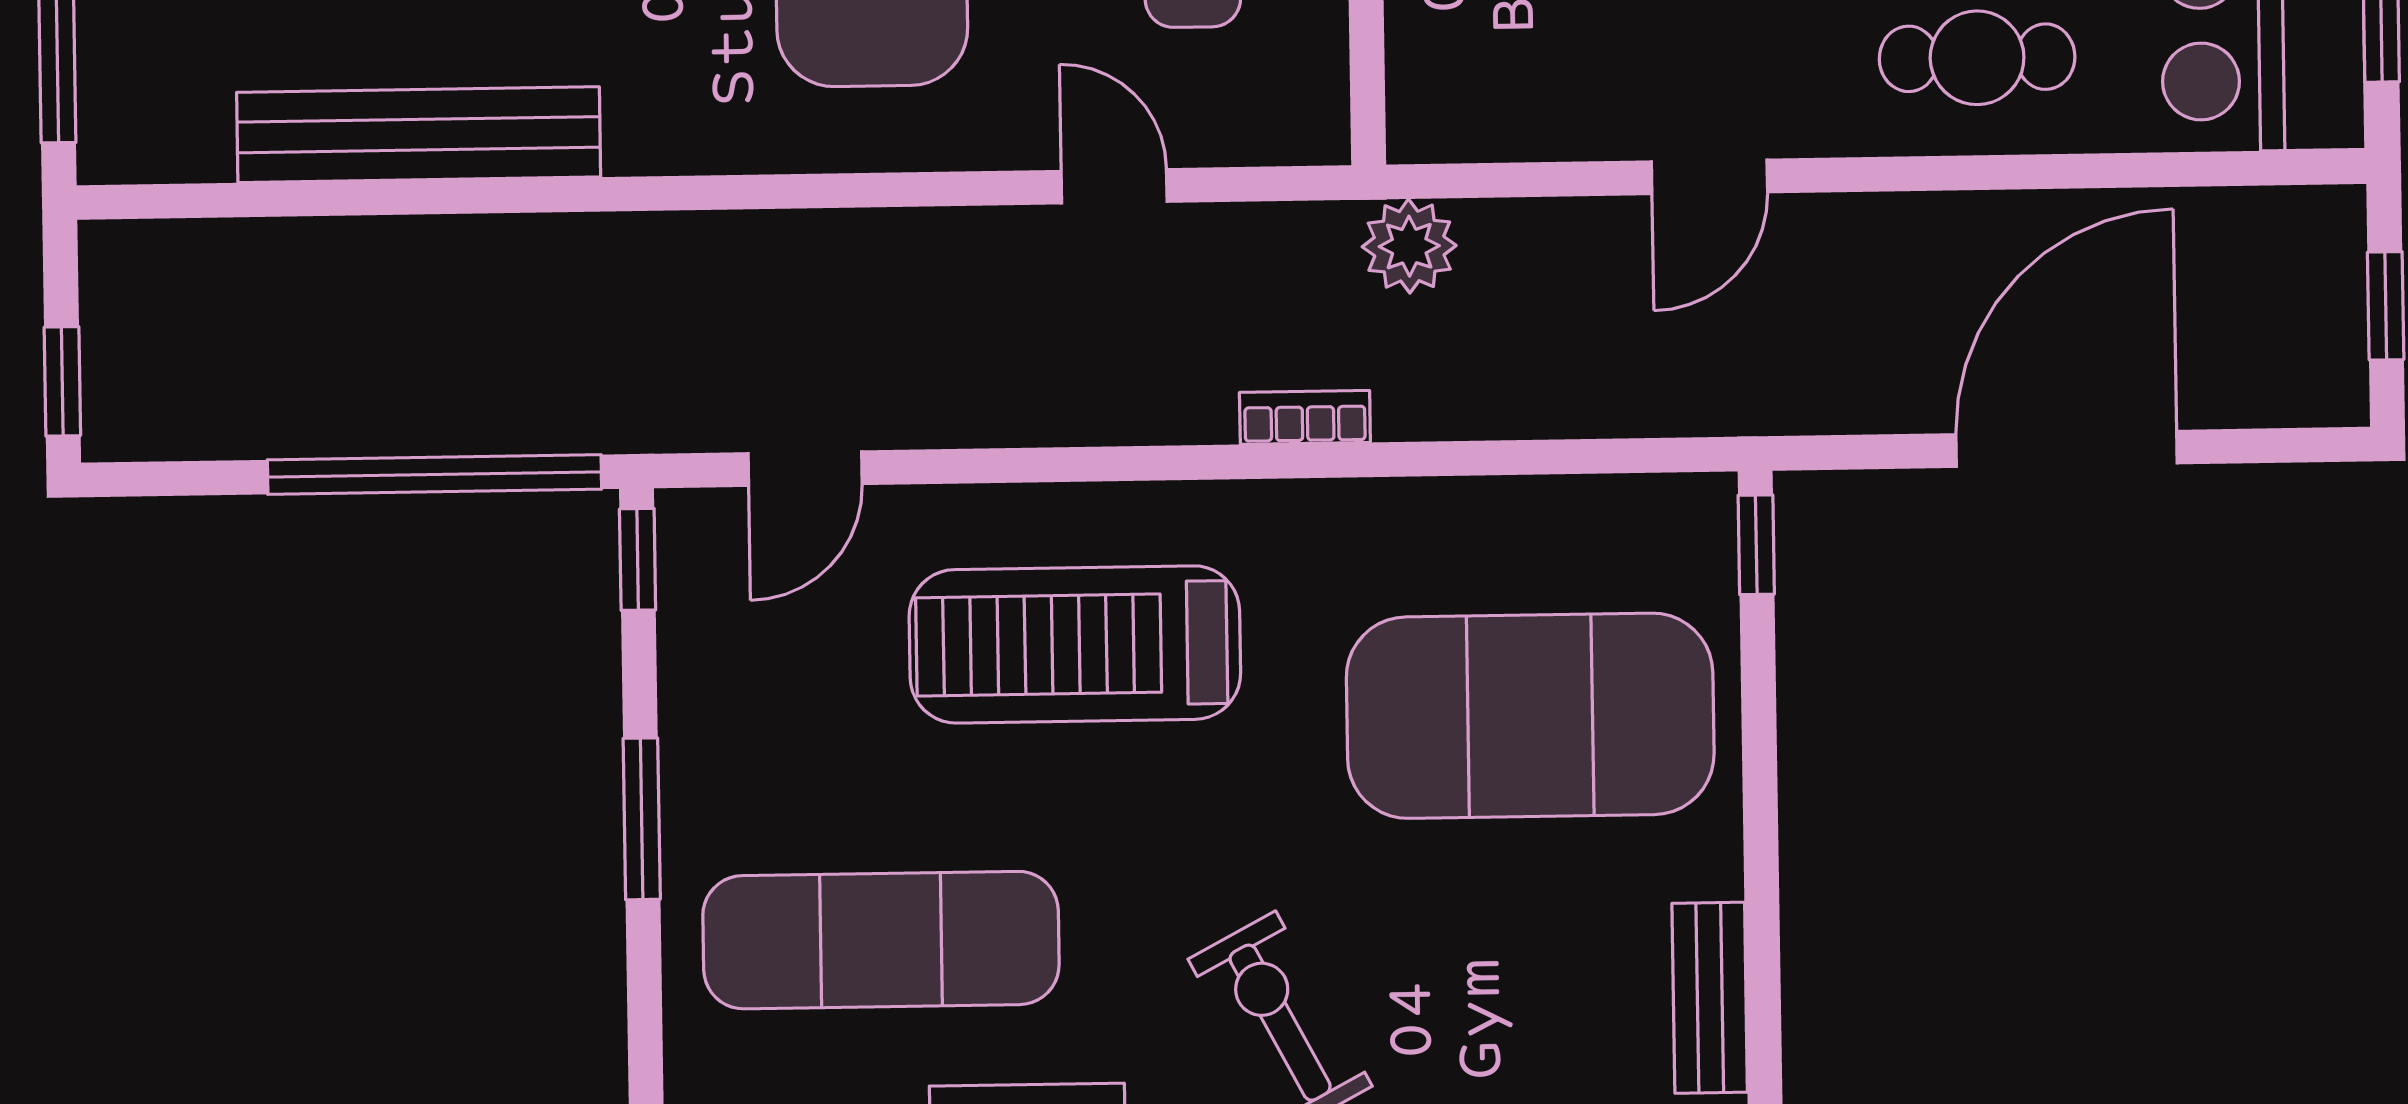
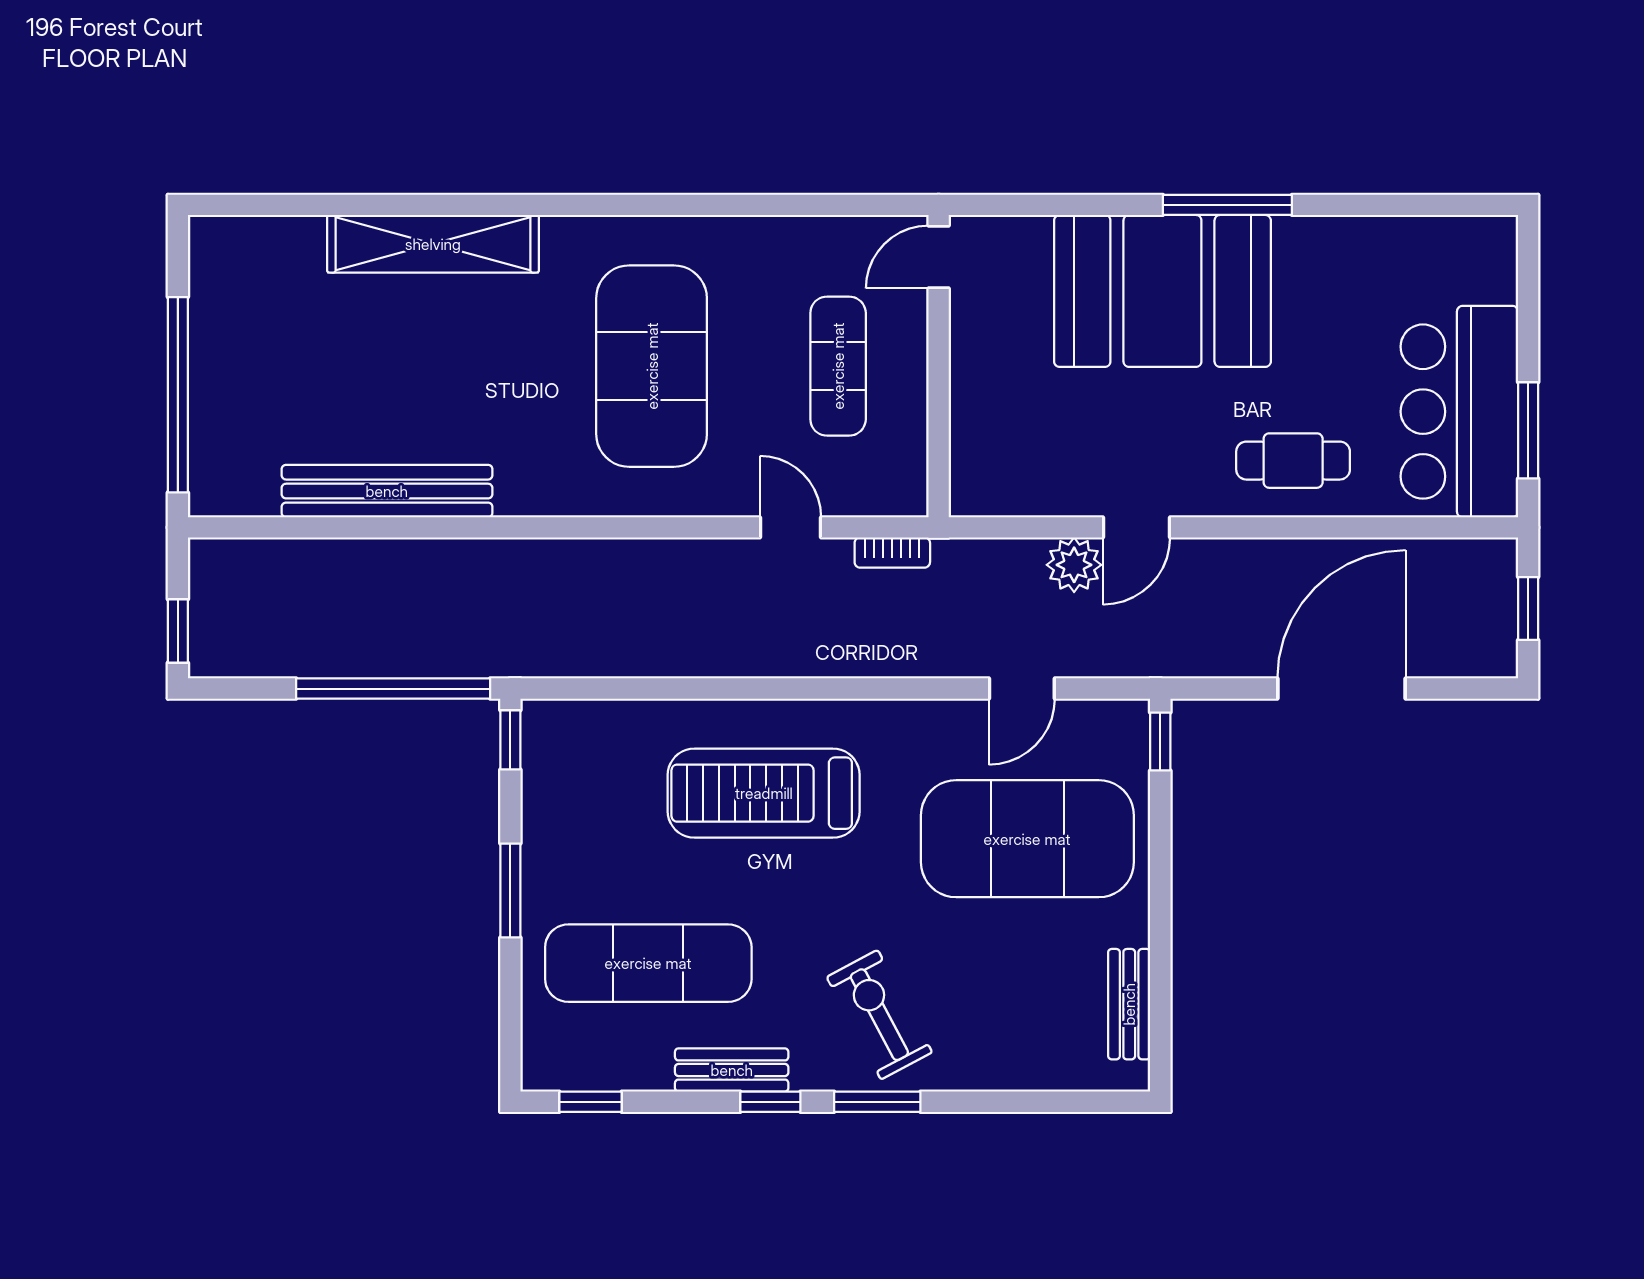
plant: (1409, 246) -> (1074, 565), moved
bookcase: (1305, 417) -> (892, 553), moved, turned 180
door: (805, 469) -> (1022, 689), moved

